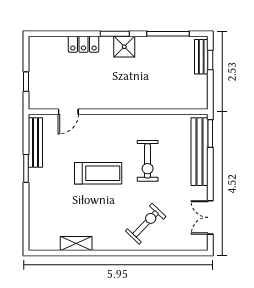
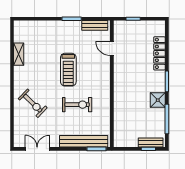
locker: (83, 44) -> (159, 53), width x1.53
shower: (124, 47) -> (158, 100), moved
bench: (35, 143) -> (95, 25), width x0.73
exercise bike: (148, 161) -> (77, 105), turned 180

